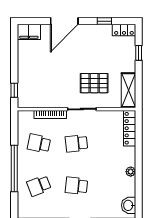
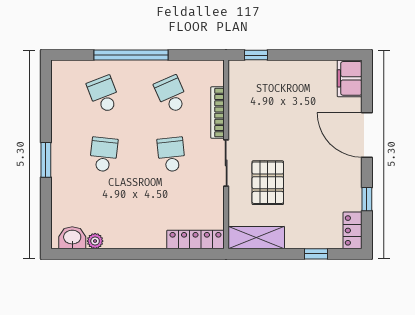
school desk: (39, 143) -> (171, 94), turned -36
plant: (131, 172) -> (95, 241), moved

